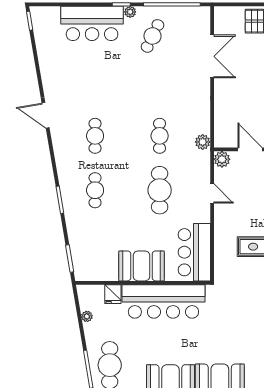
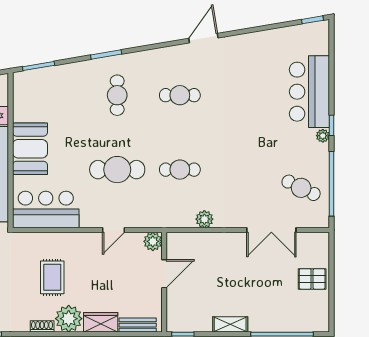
cafe table: (153, 36) -> (301, 188), moved
plant: (203, 142) -> (204, 219), moved
cafe table: (95, 190) -> (117, 95), turned 90

